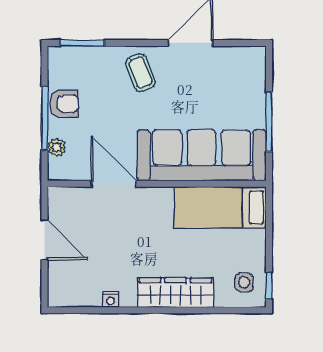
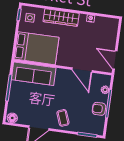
floor lamp: (252, 57) -> (12, 118), added
sofa: (202, 155) -> (34, 74), width x0.74, depth x0.79
bed: (220, 207) -> (36, 48), width x1.50
door: (45, 240) -> (115, 60), moved

